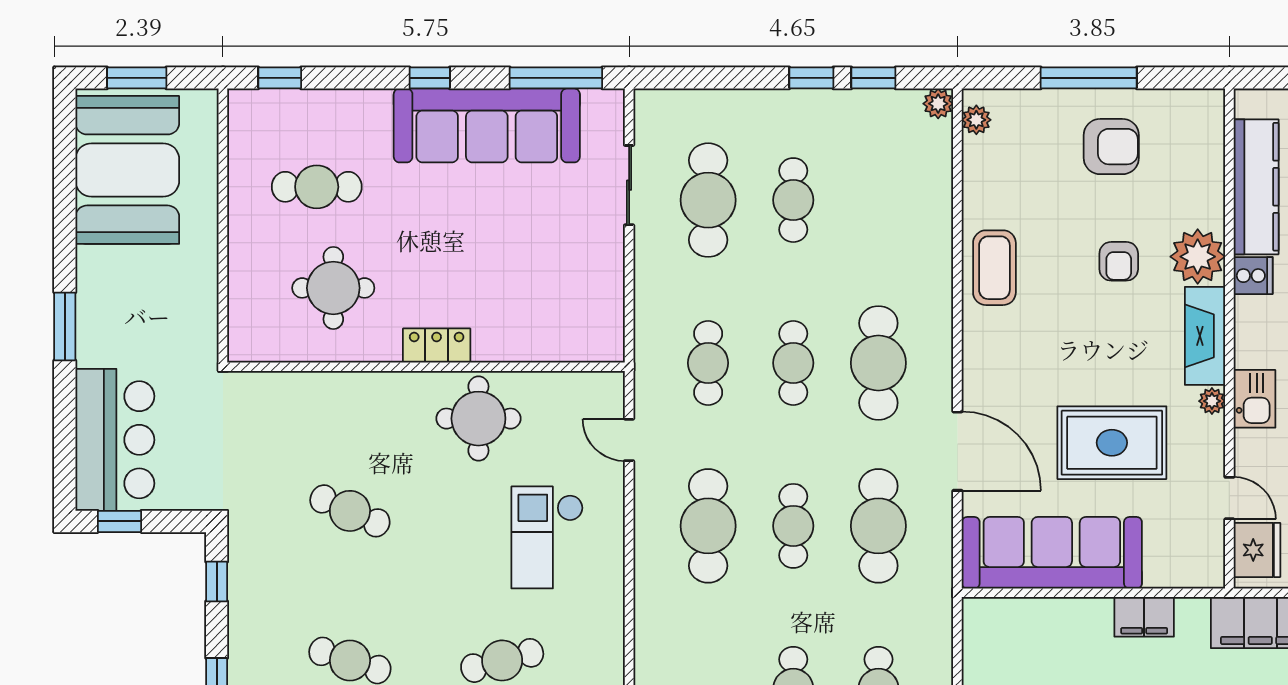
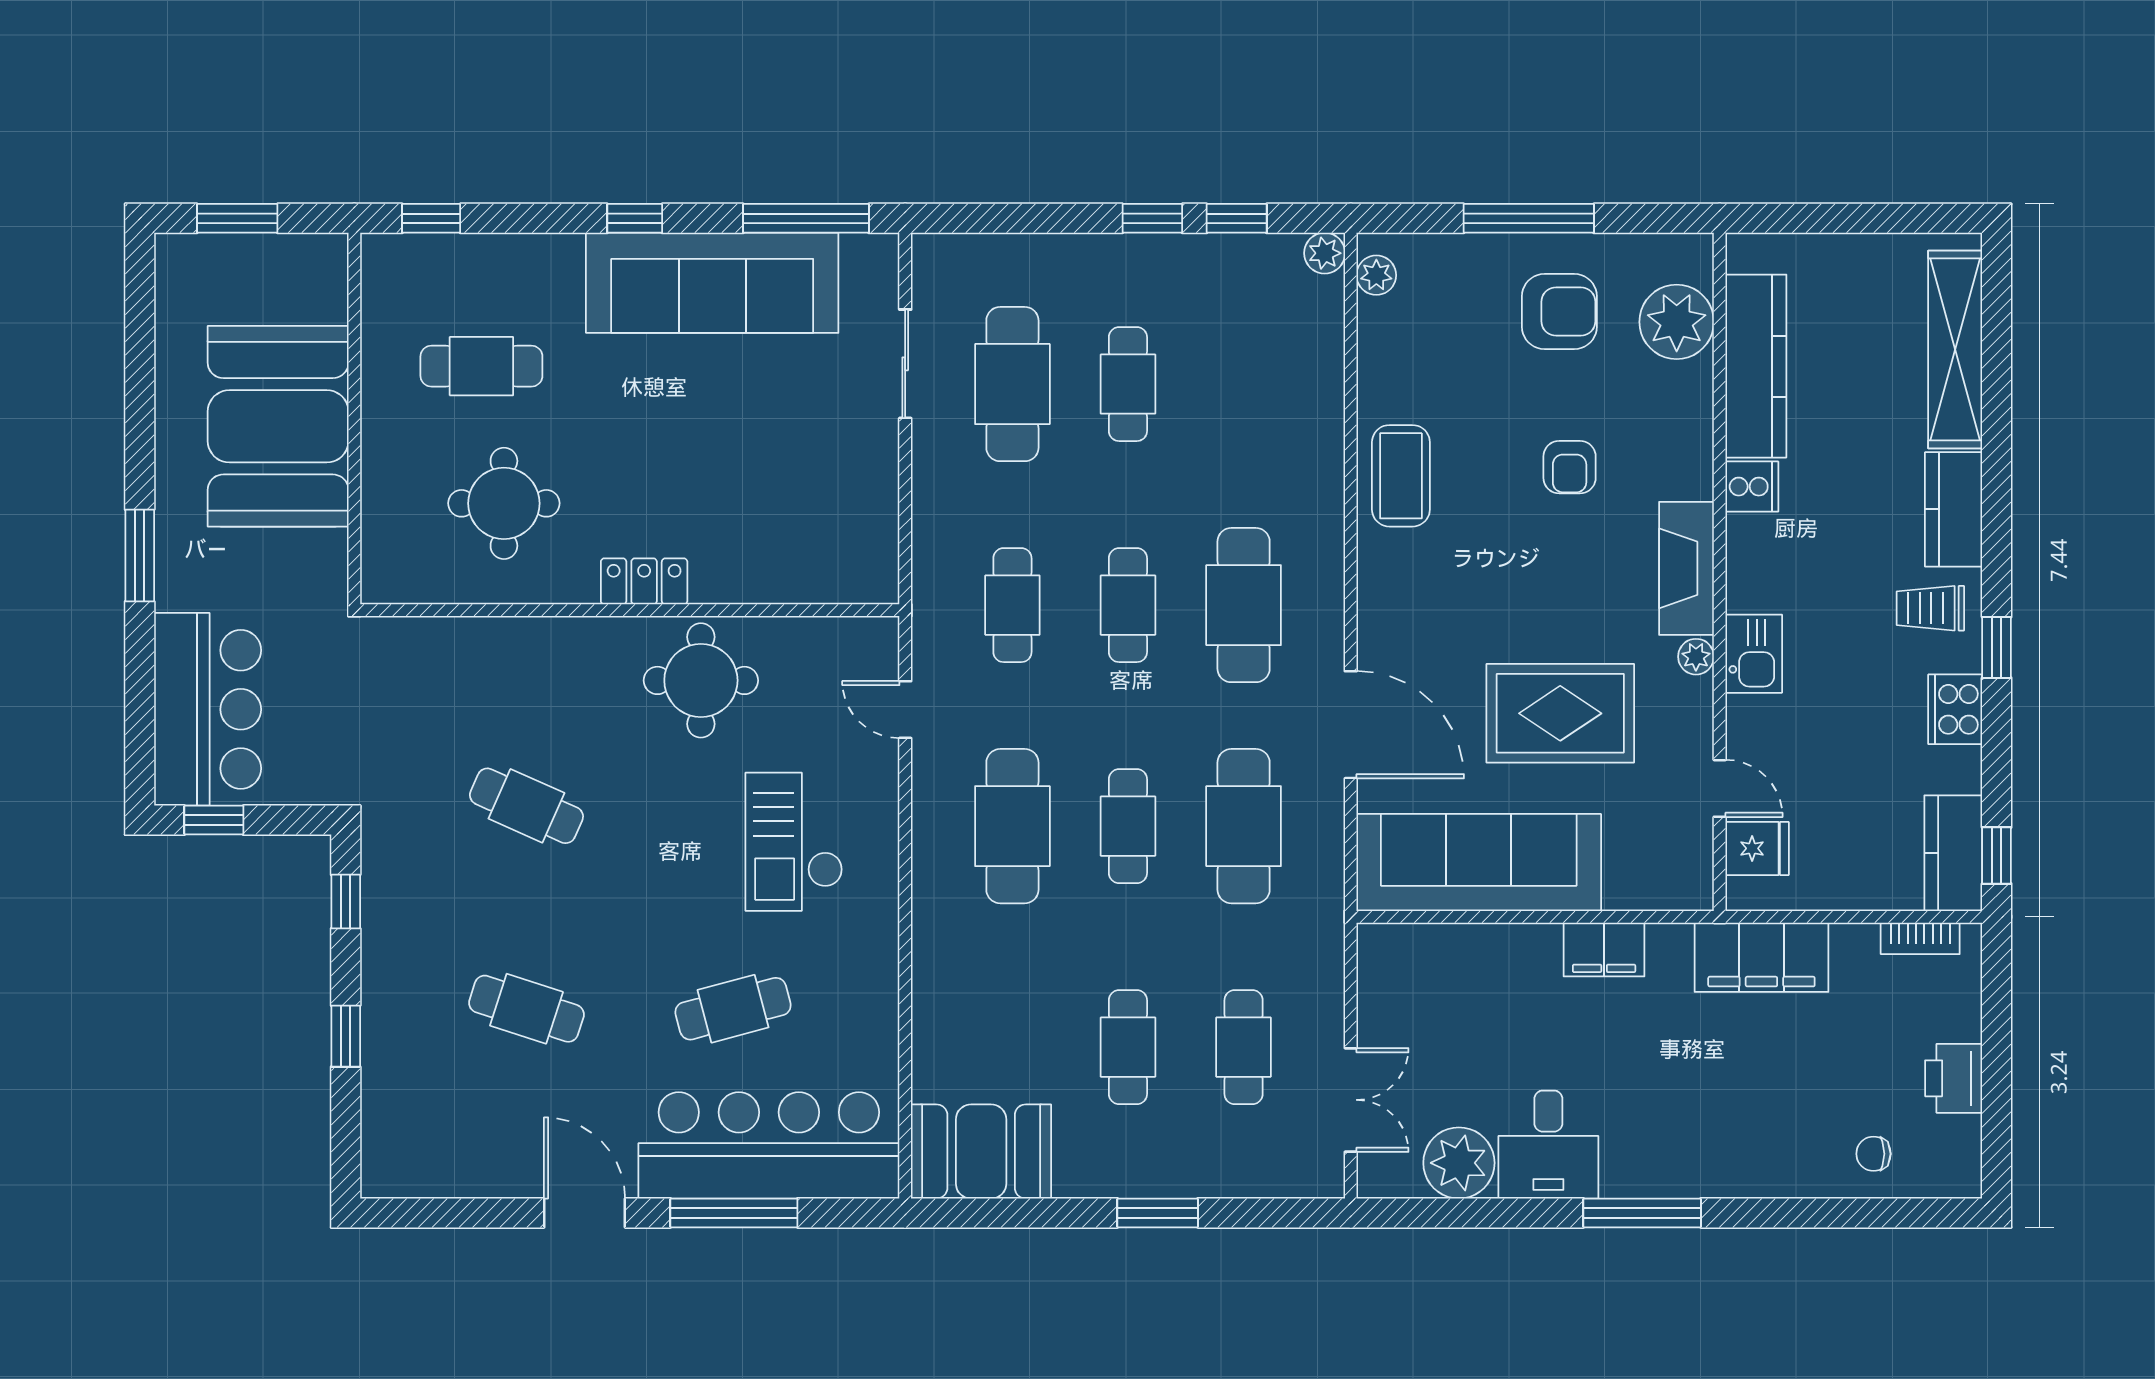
booth: (127, 170) -> (278, 426), moved
plant: (1198, 257) -> (1677, 322), moved
fridge: (1257, 550) -> (1757, 848), width x0.72

